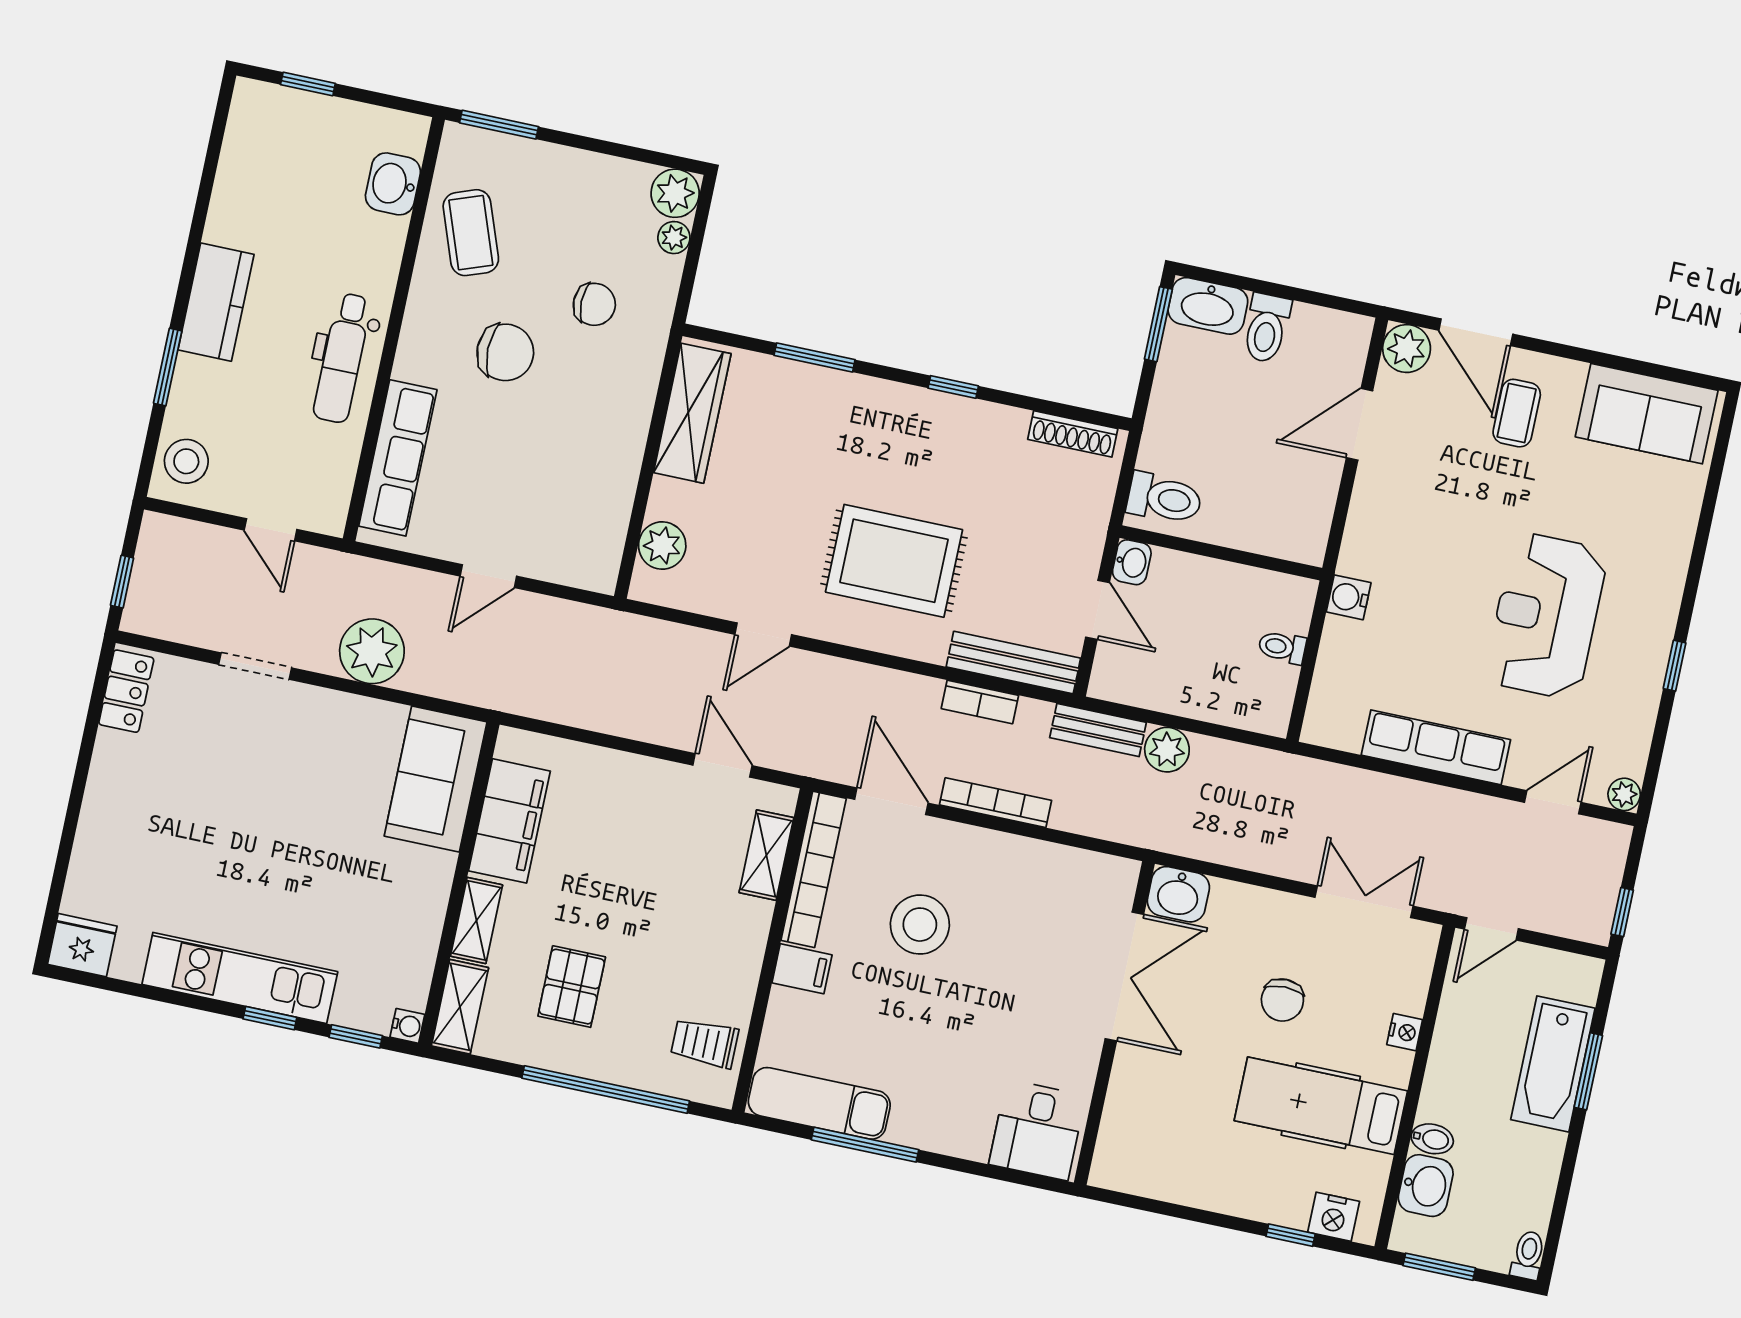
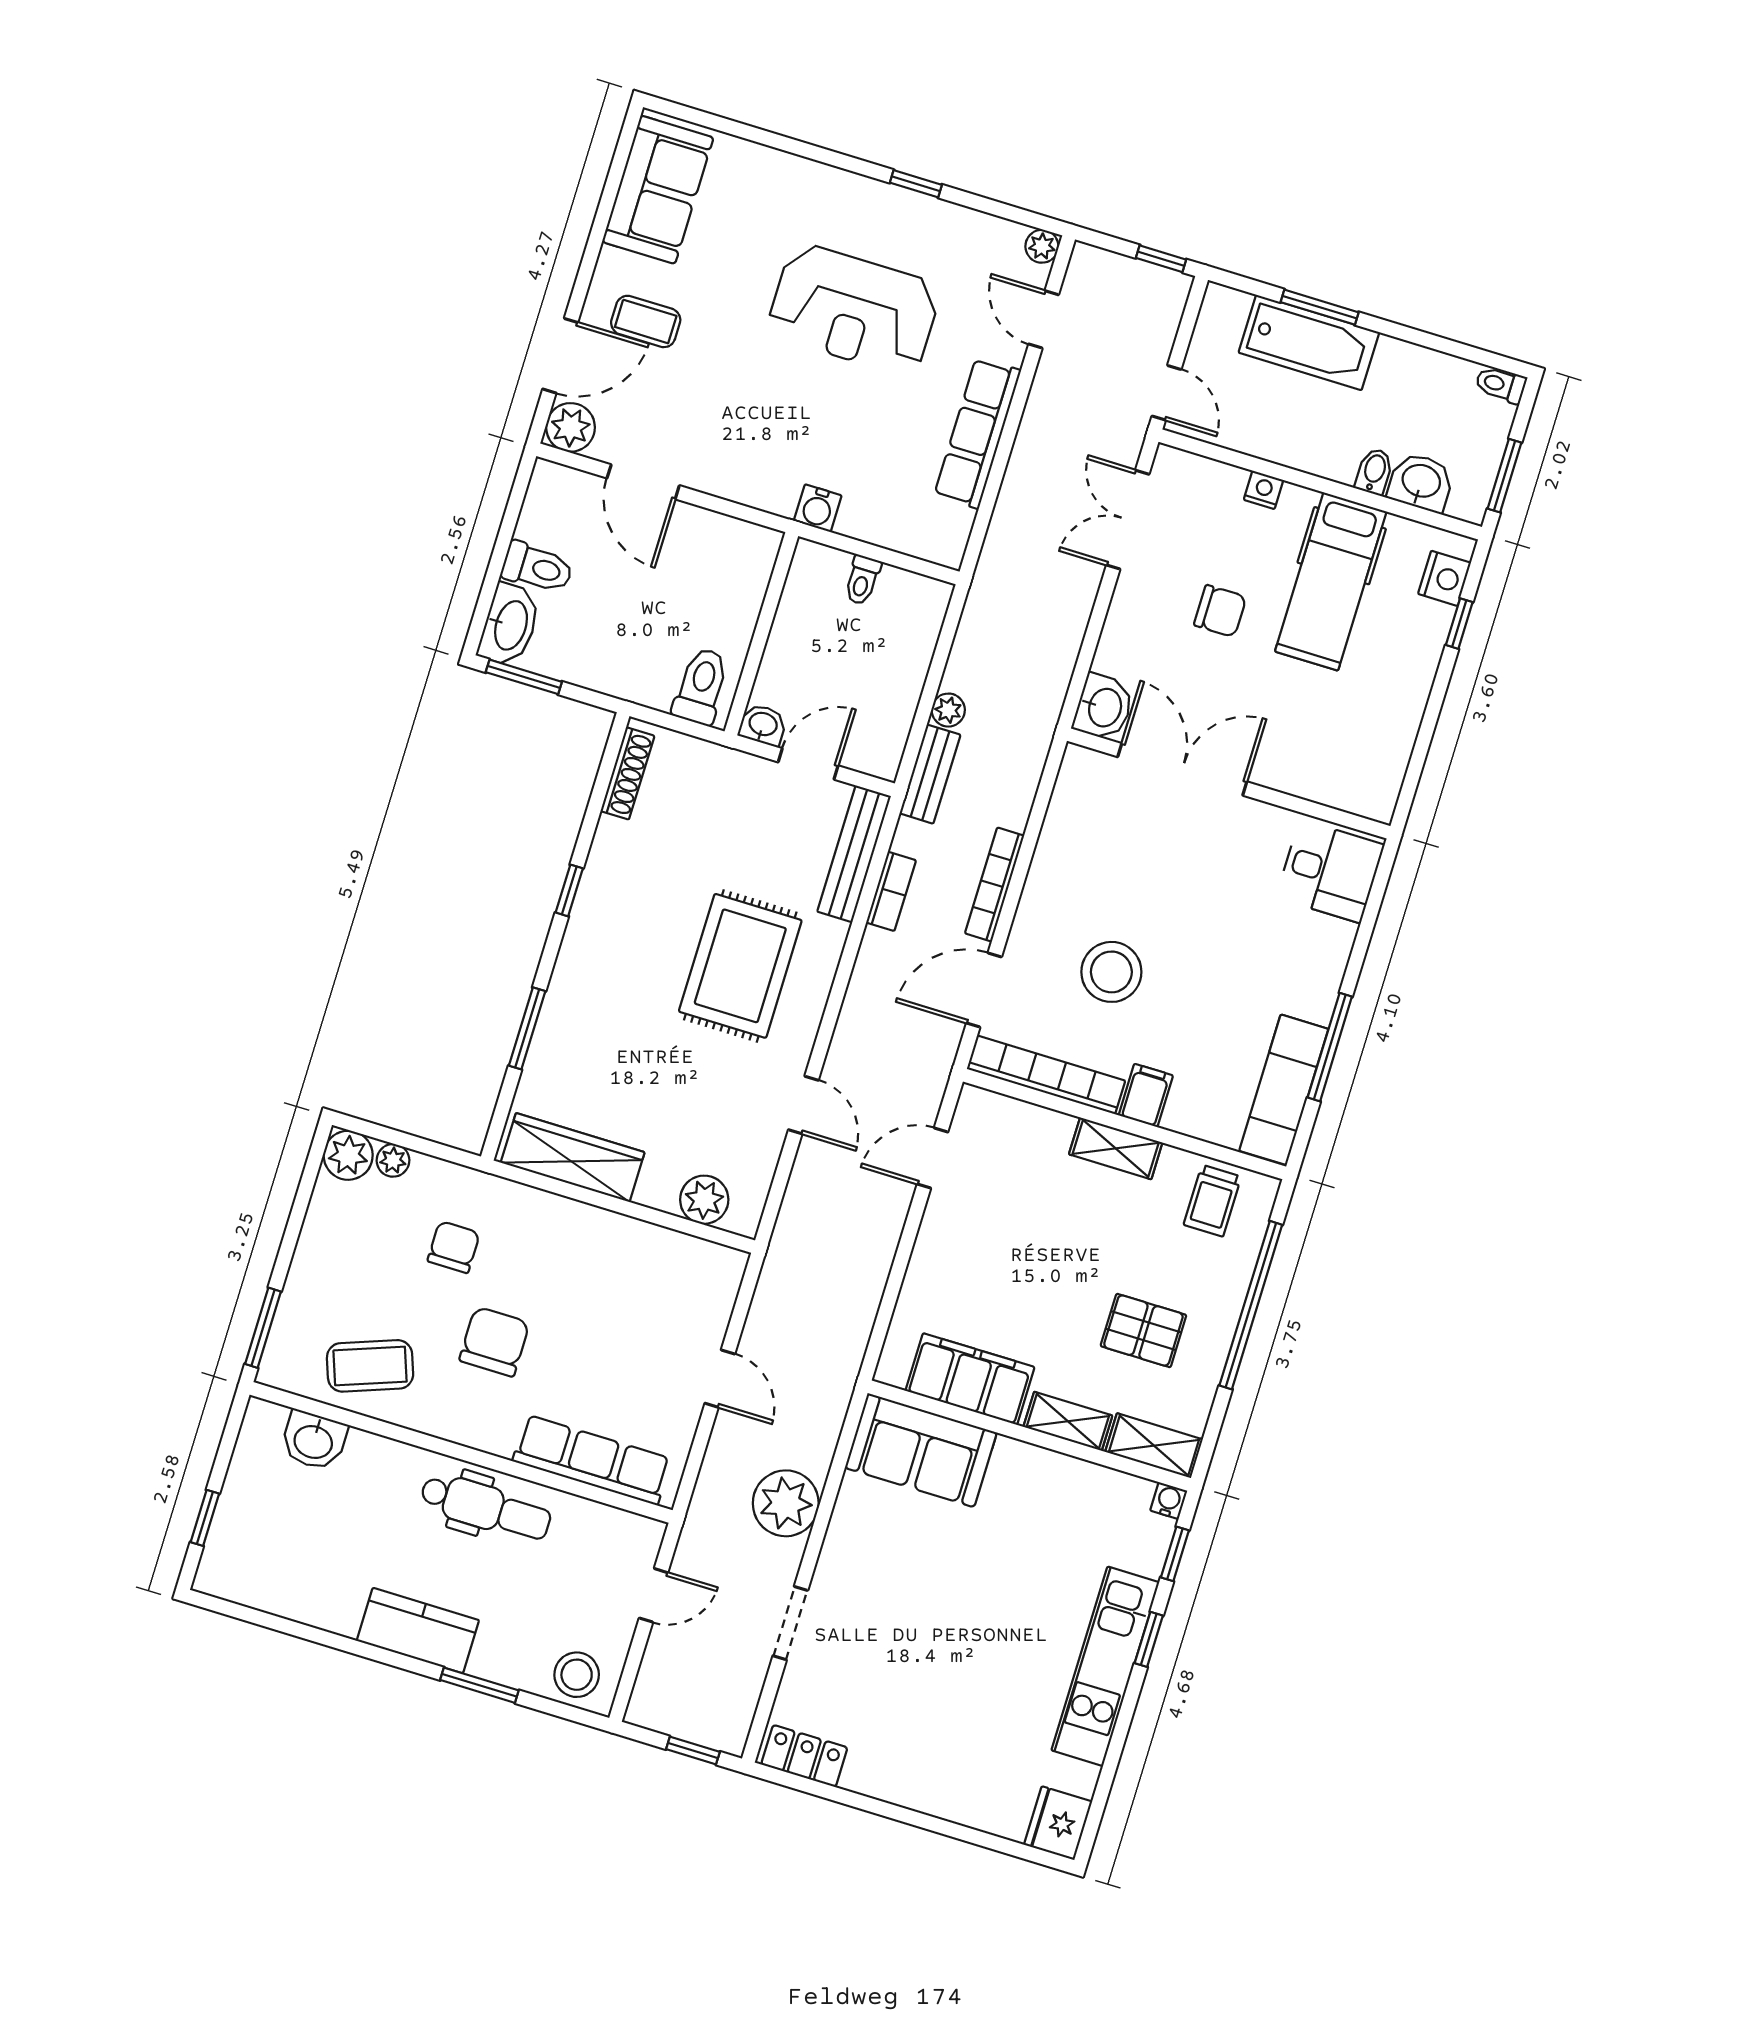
plant: (1167, 750) -> (948, 710), width x0.73, depth x0.73
shelving: (766, 855) -> (1116, 1148), moved

